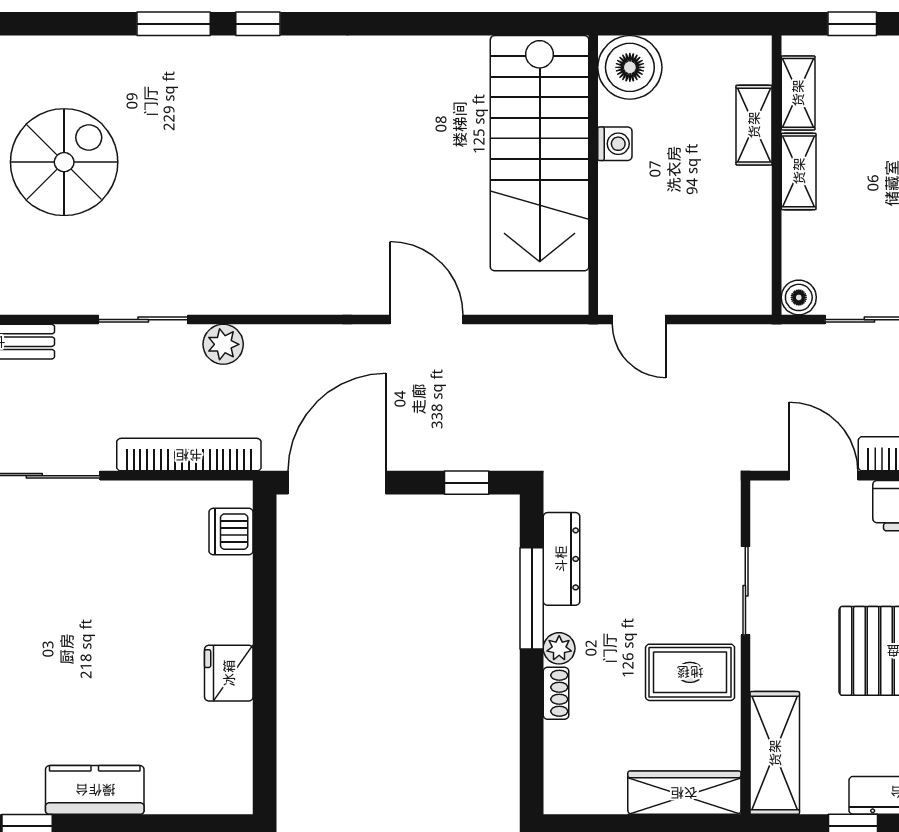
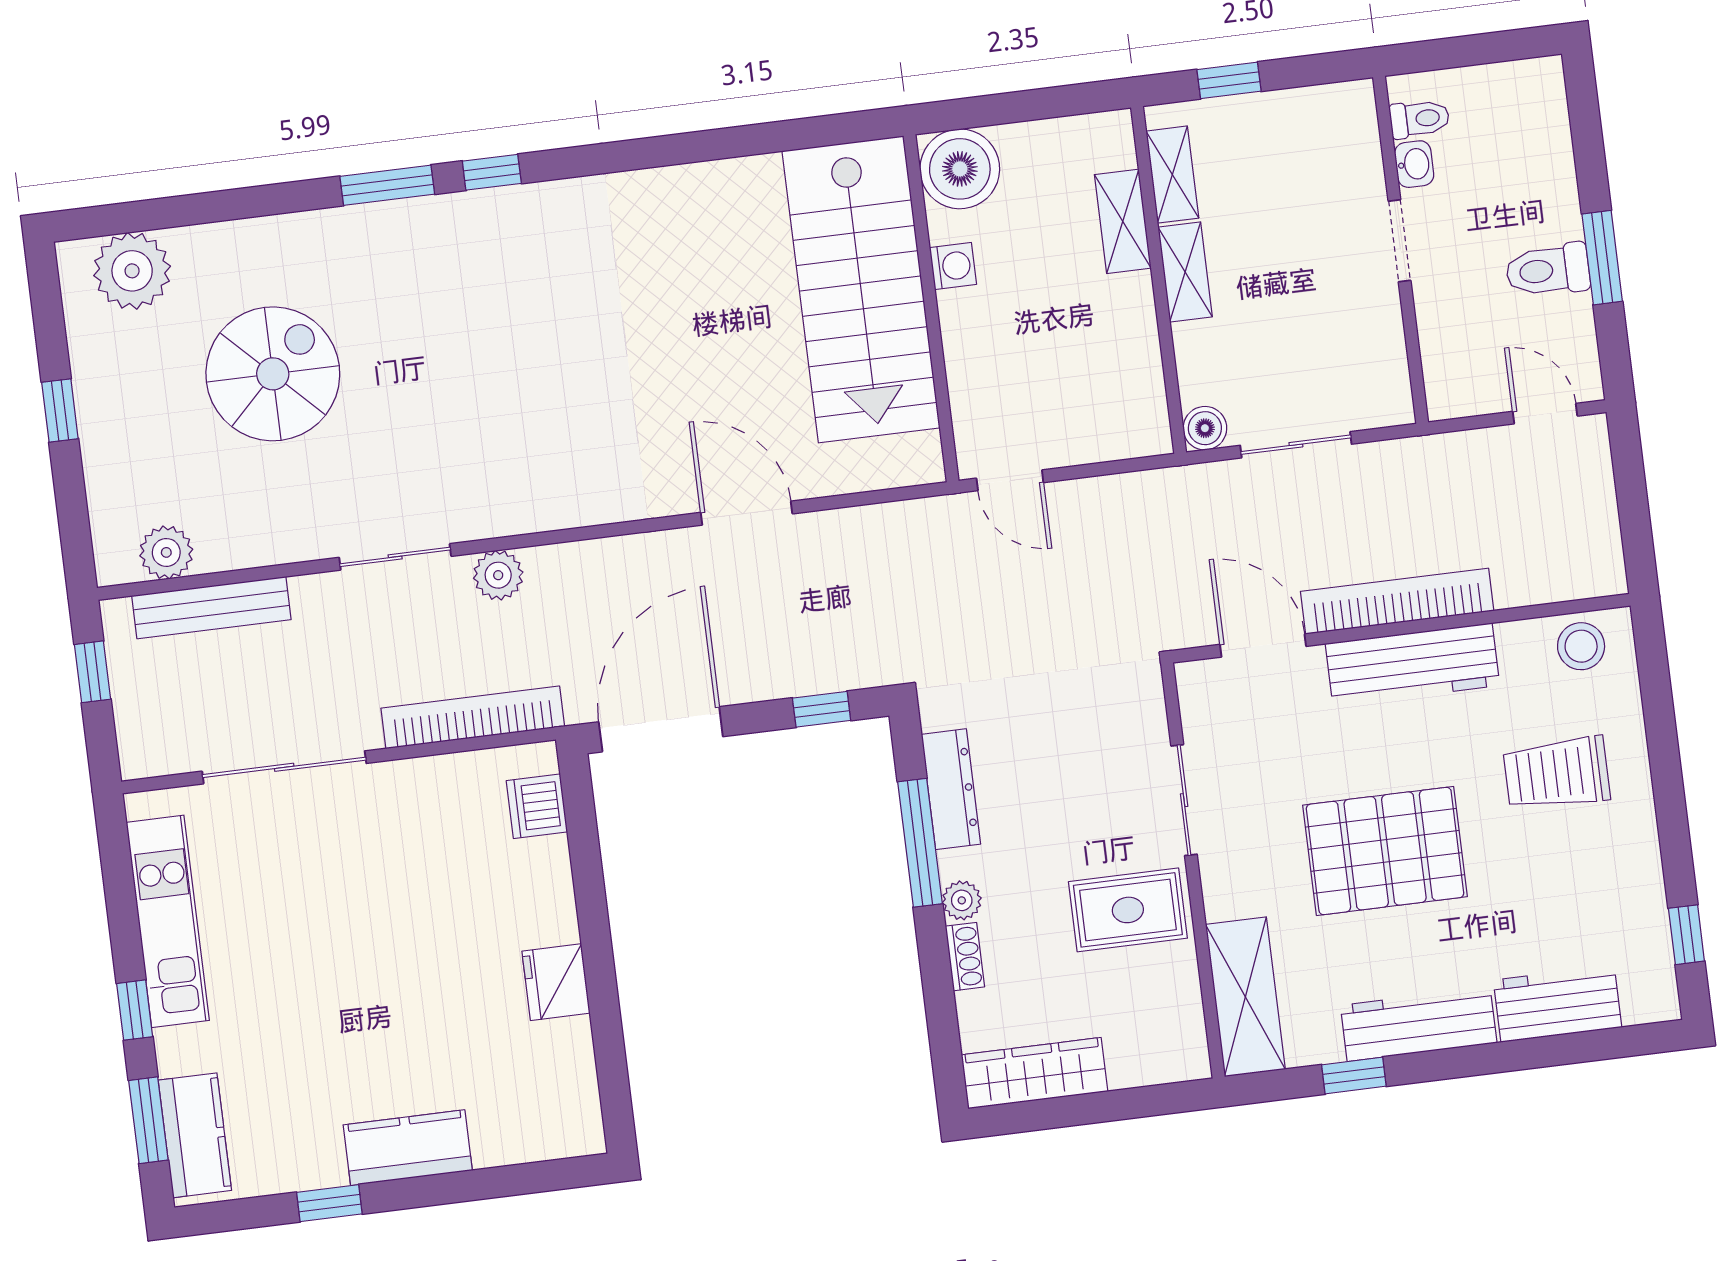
wardrobe: (684, 793) -> (1034, 1073), moved

